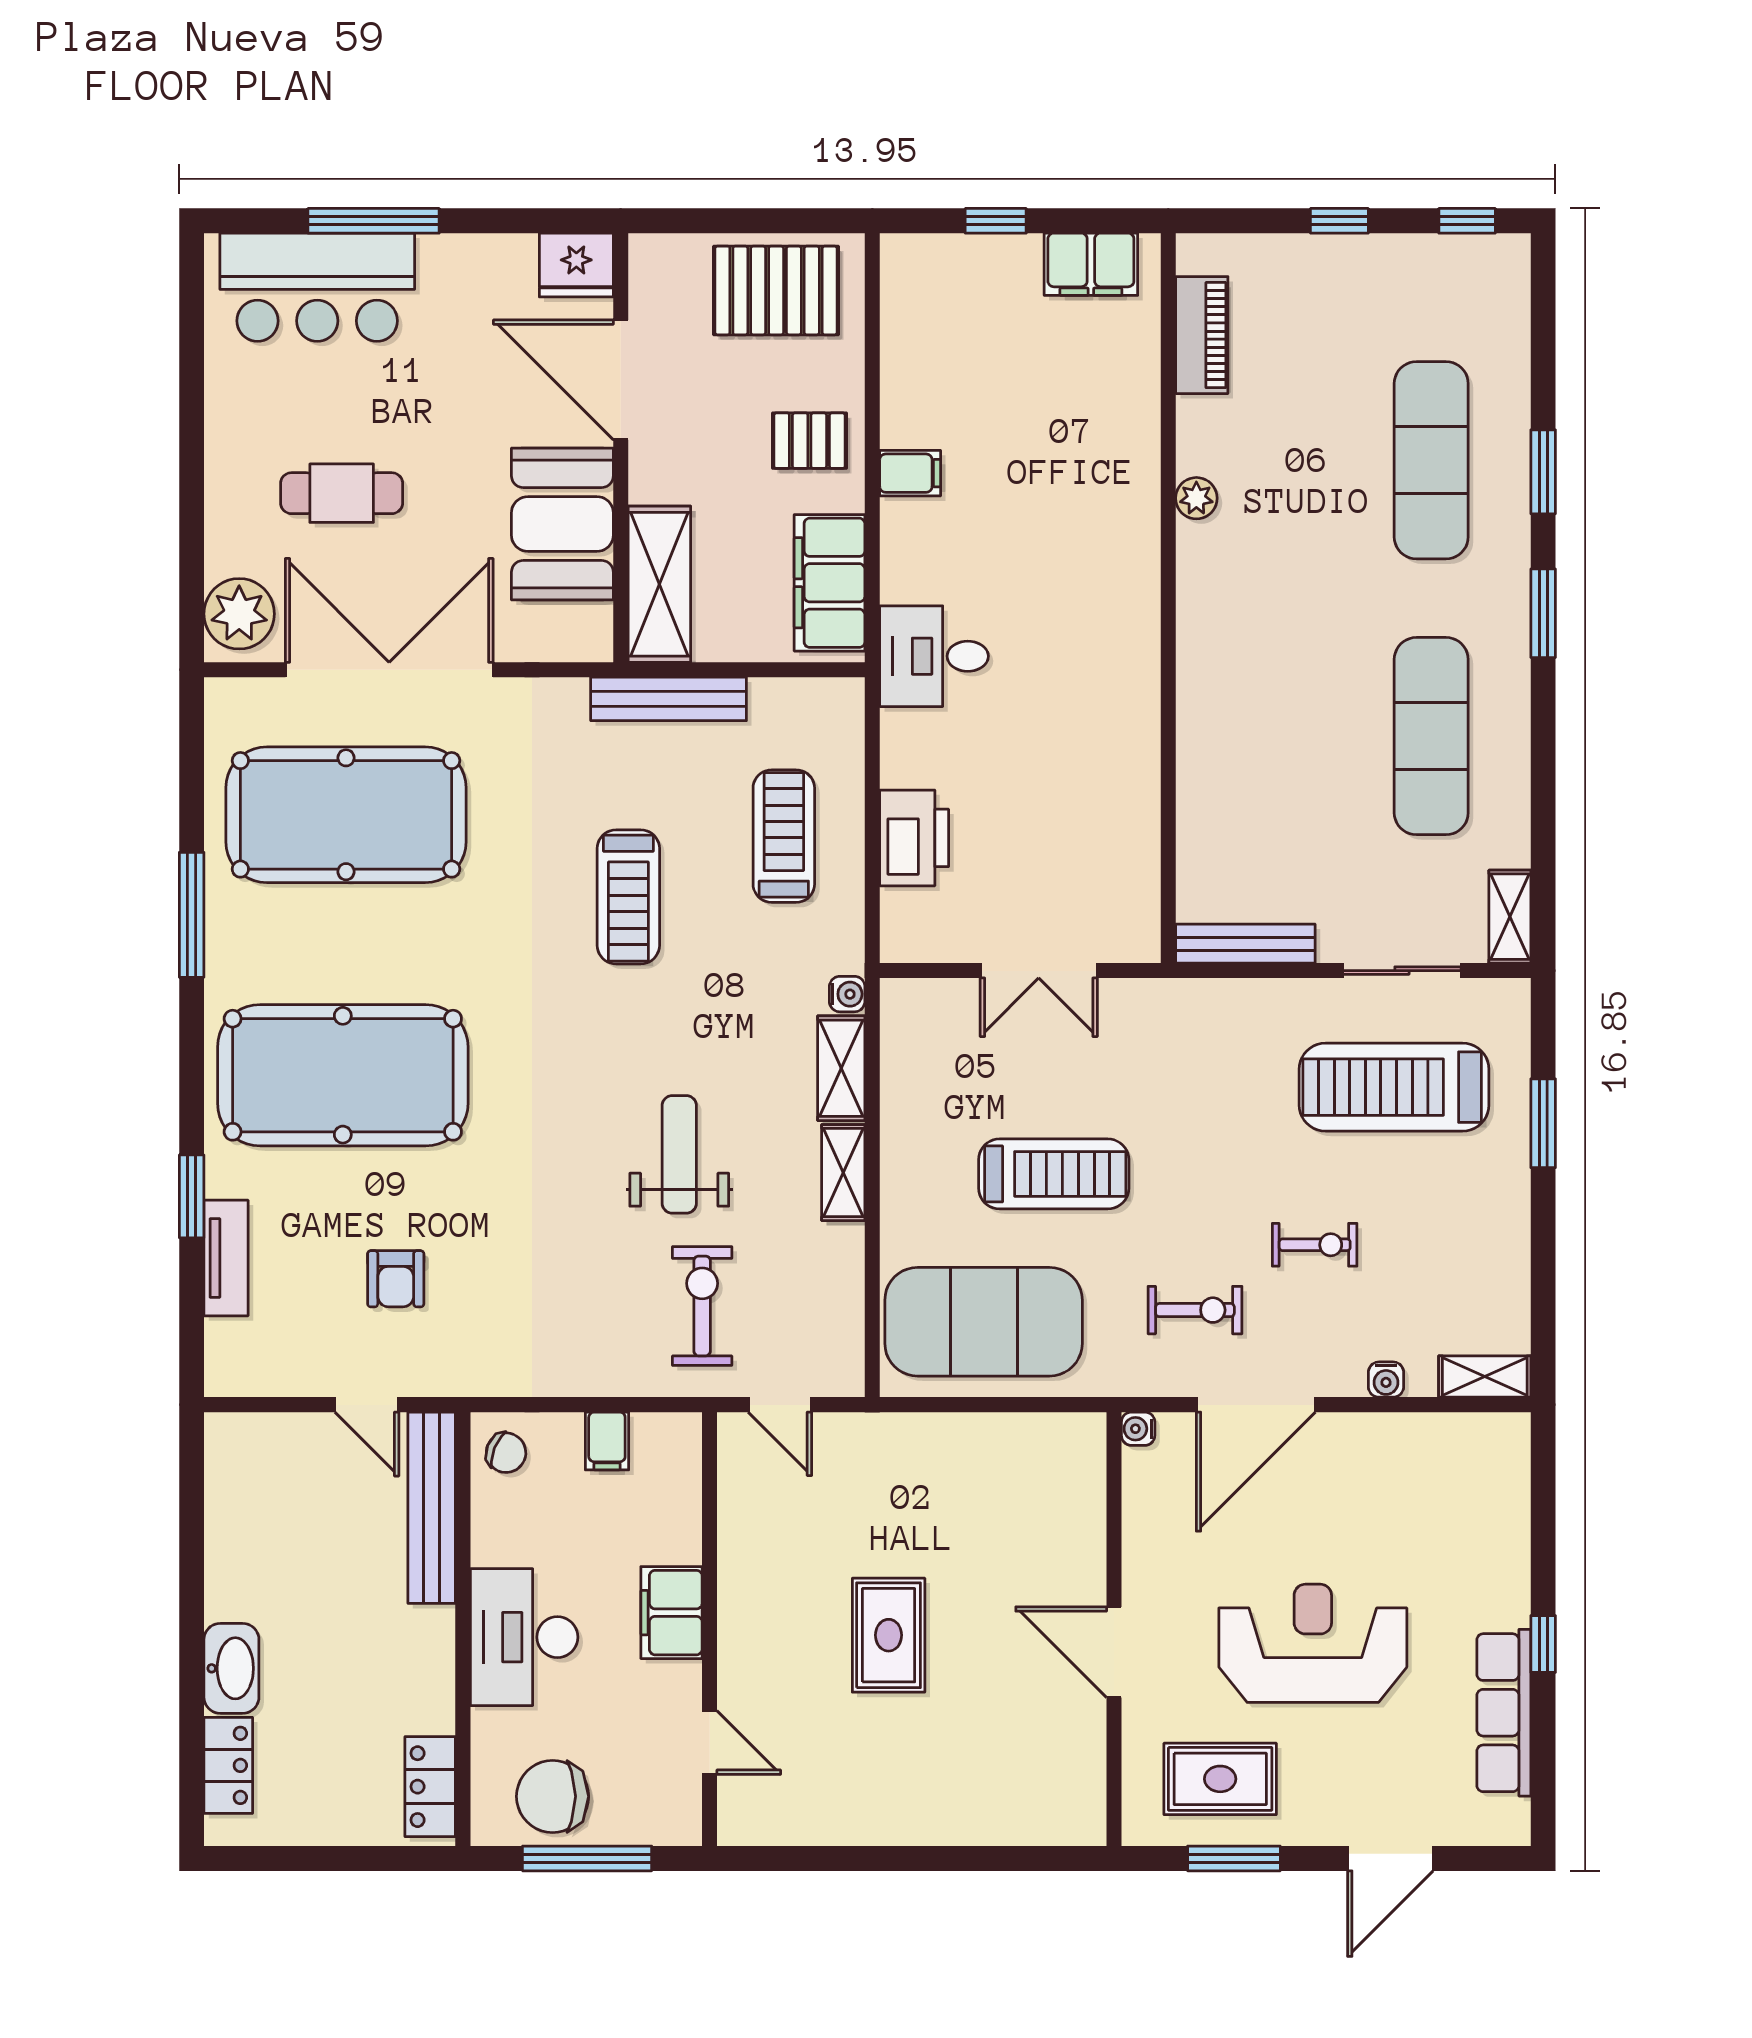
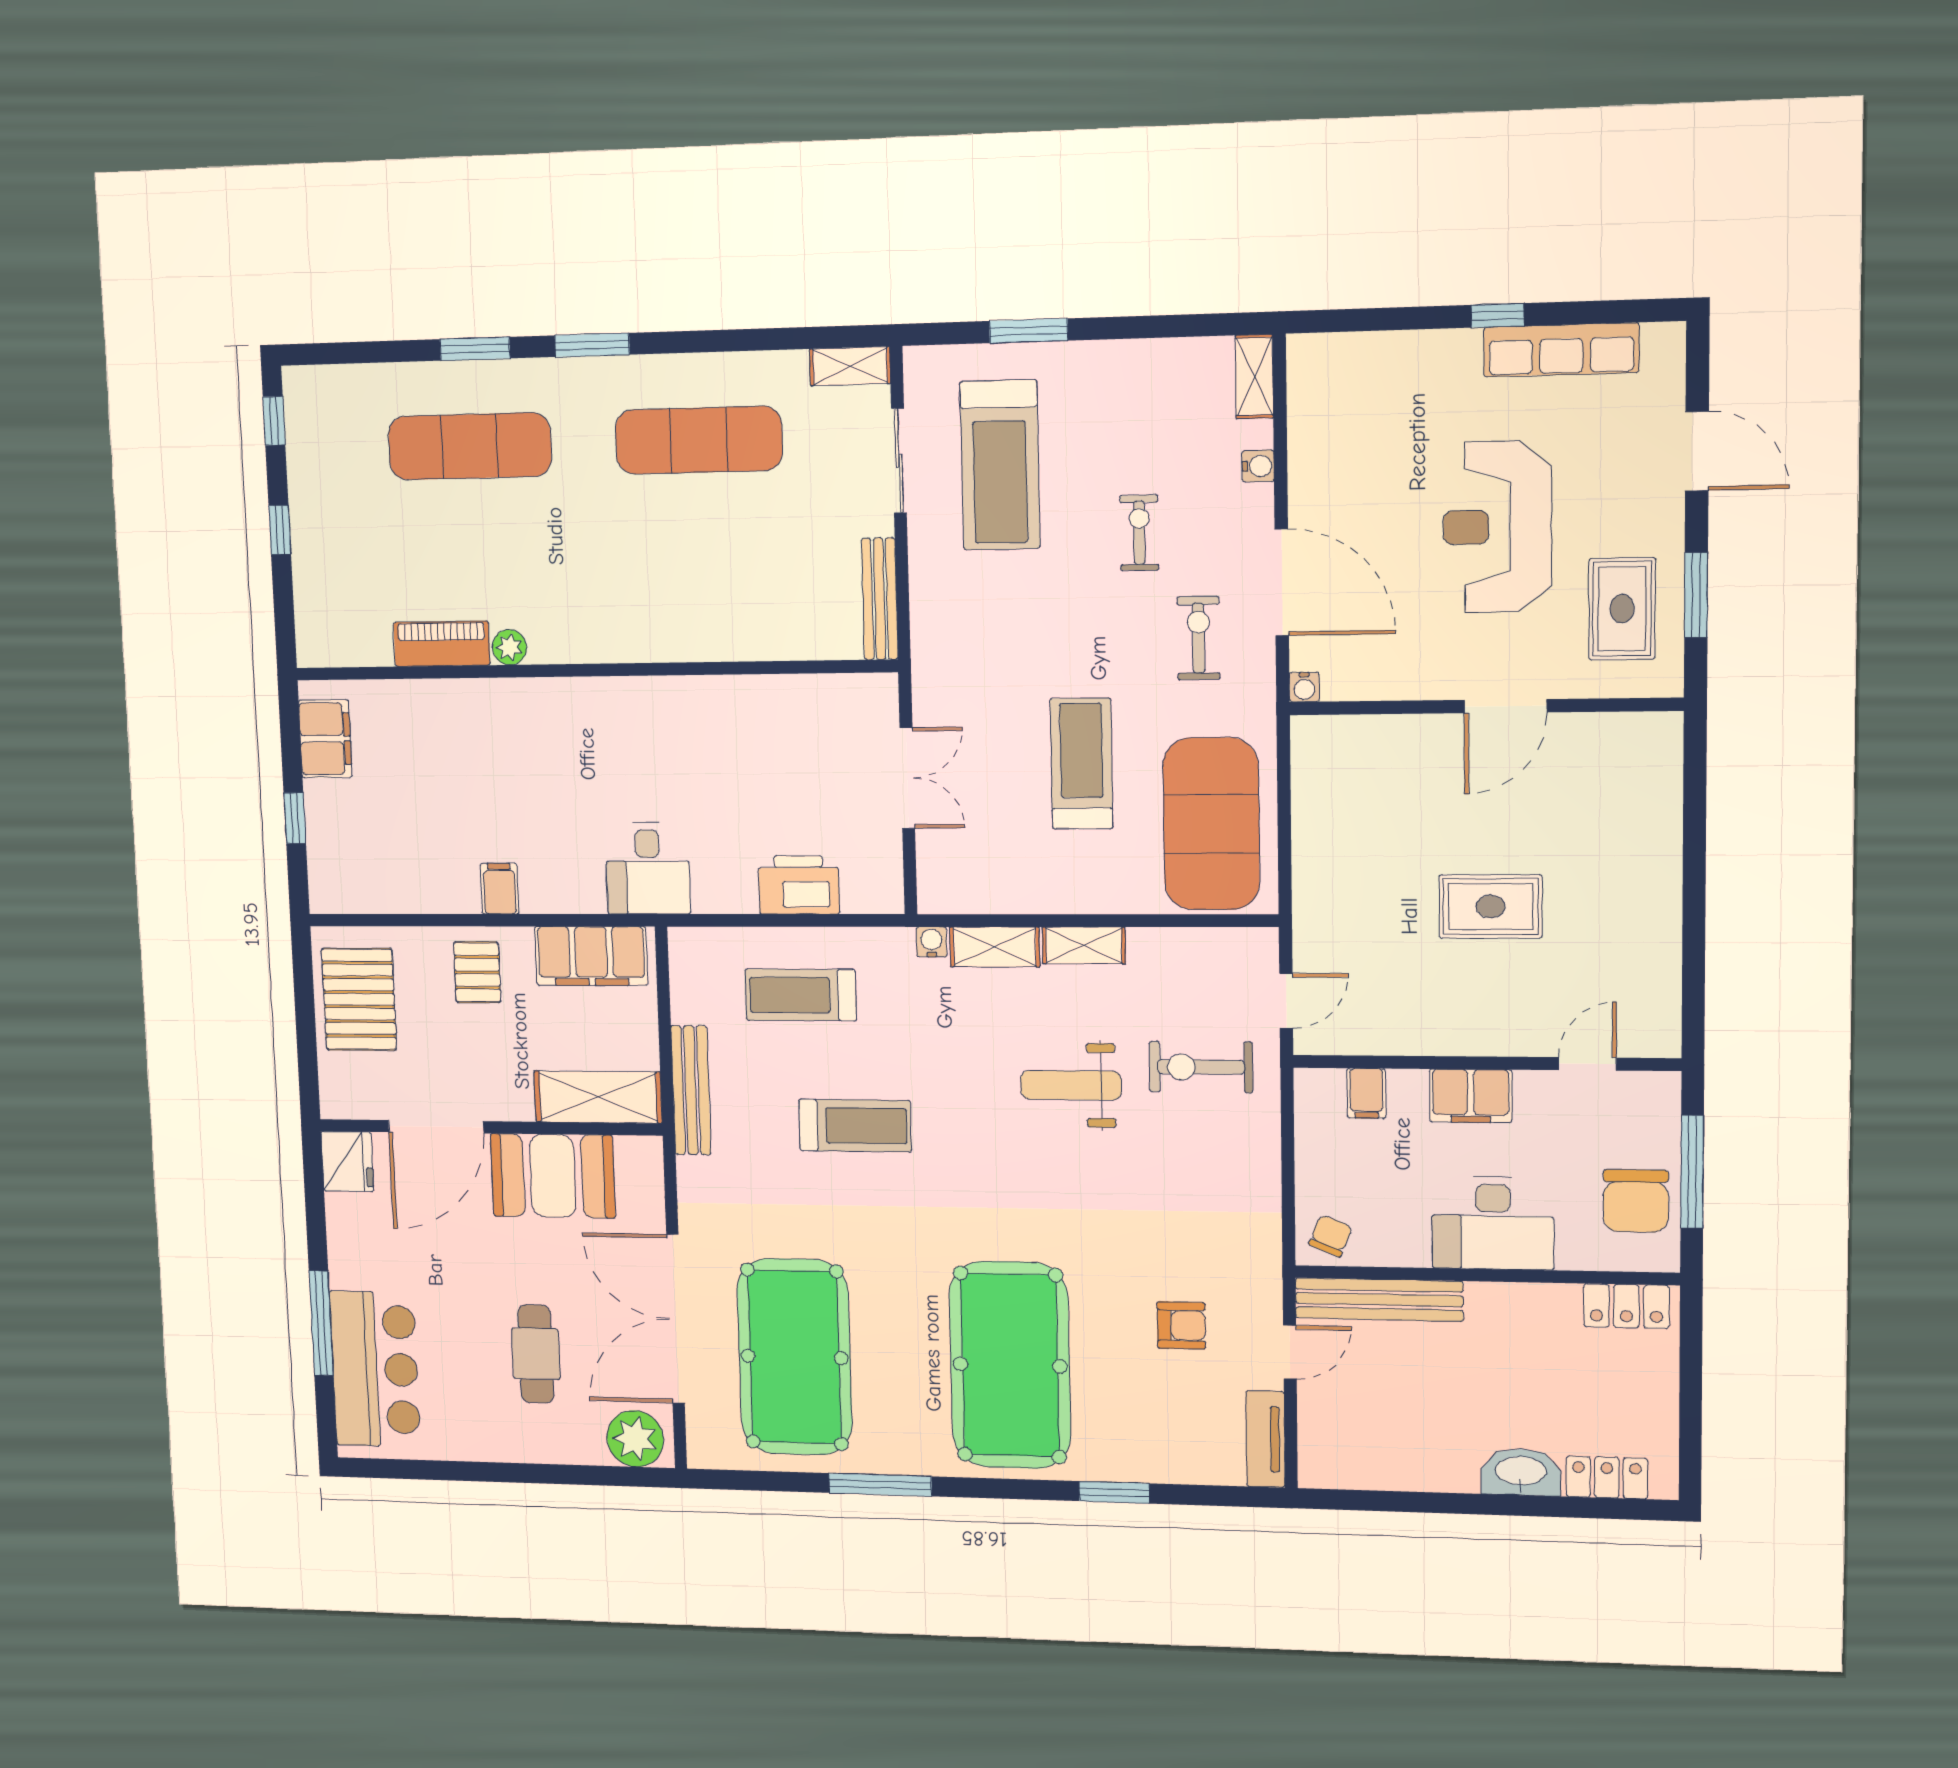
piano: (1202, 335) -> (442, 644), moved
tv unit: (226, 1258) -> (1265, 1439), moved, turned -90
filing cabinet: (607, 1441) -> (1366, 1093), moved, turned 90

